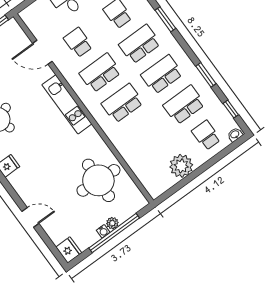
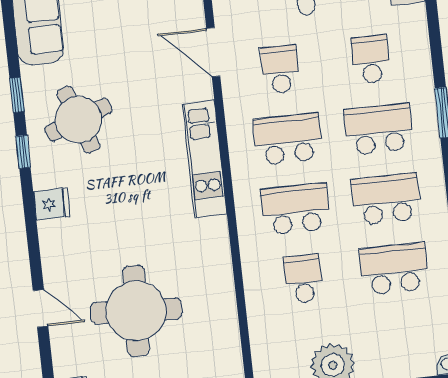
school desk: (206, 135) -> (303, 279), moved
round table: (98, 180) -> (136, 311), moved

